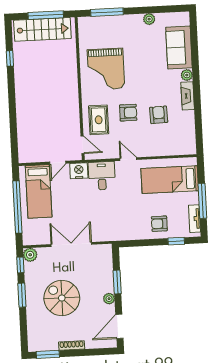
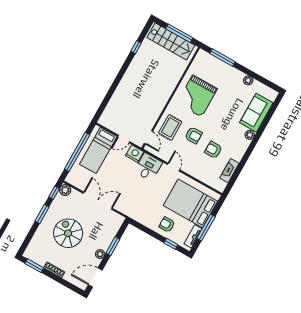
fireplace: (188, 96) -> (229, 171), moved
armchair: (159, 115) -> (213, 150), turned -88
bed: (170, 180) -> (190, 203), width x1.50

